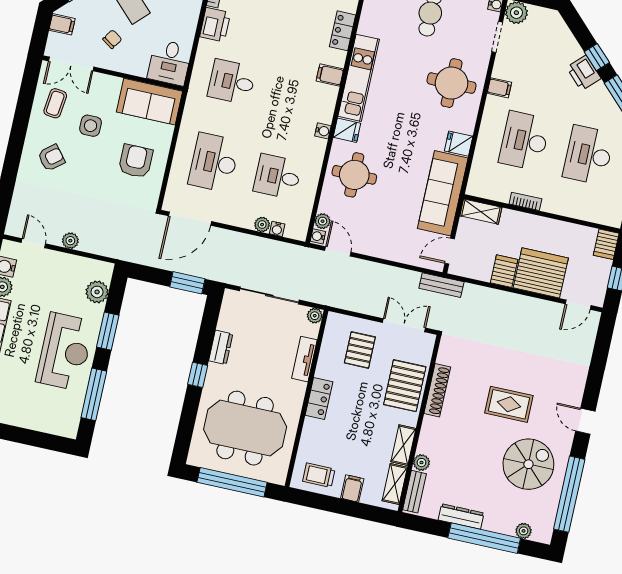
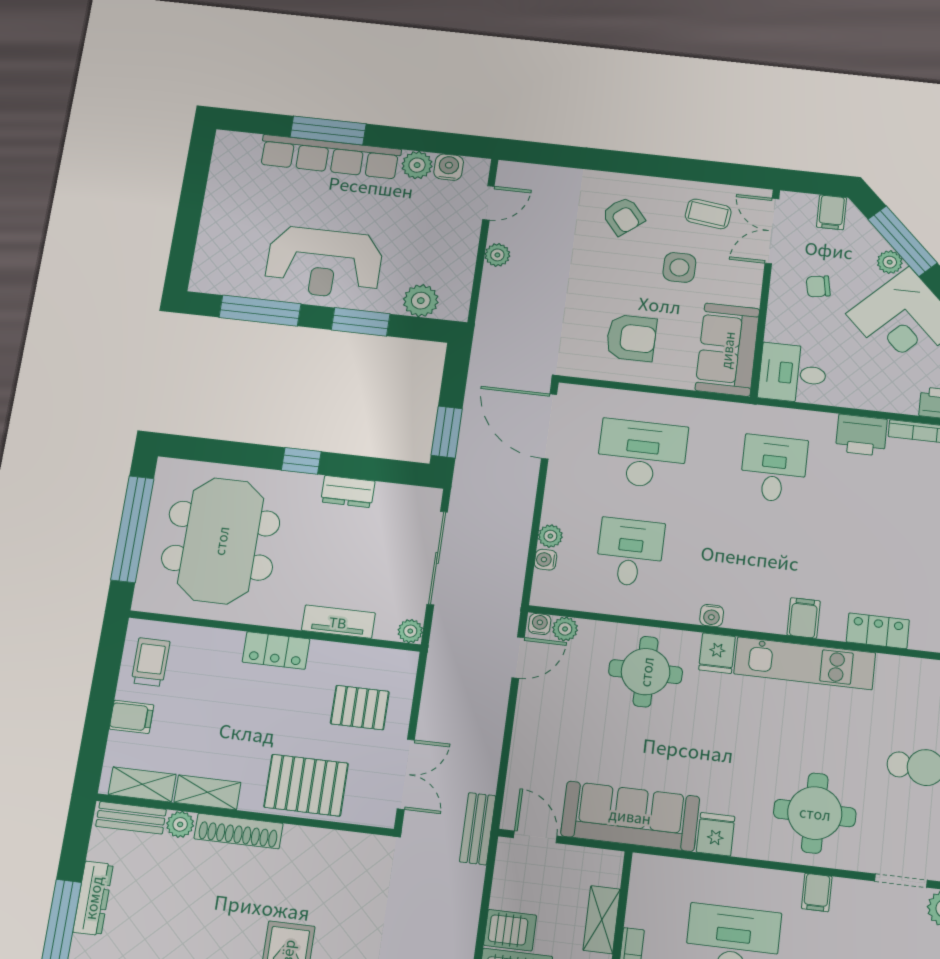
chair: (112, 39) -> (818, 286), turned 136
shelving: (481, 212) -> (602, 920), moved
shoe rack: (437, 390) -> (239, 831), moved

